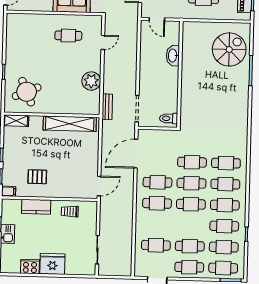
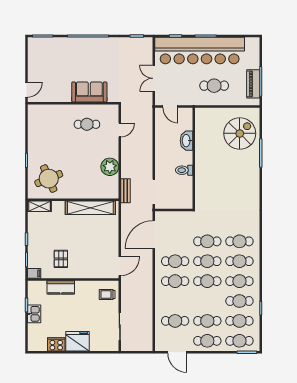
toilet: (169, 118) -> (184, 170), moved
pallet: (37, 177) -> (61, 259), turned 90
trolley: (70, 211) -> (107, 295), moved

